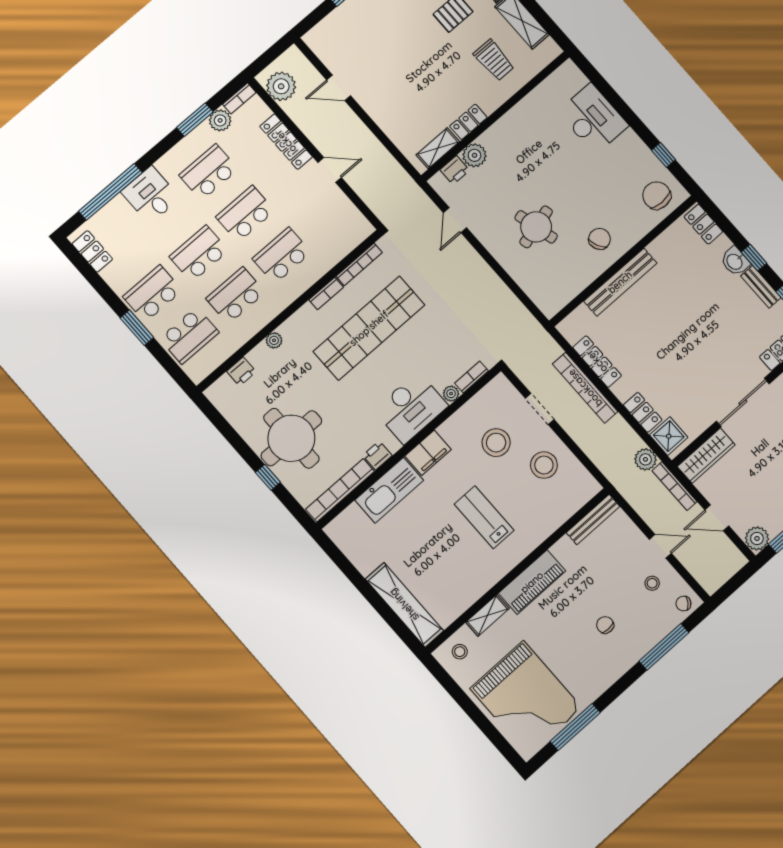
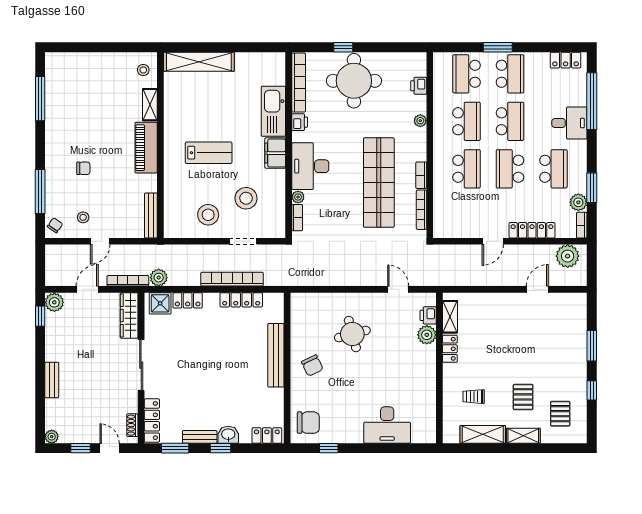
trolley: (494, 60) -> (474, 397), width x0.73, depth x0.72
school desk: (245, 214) -> (510, 169), turned 180
grand piano: (526, 698) -> (82, 85), removed

